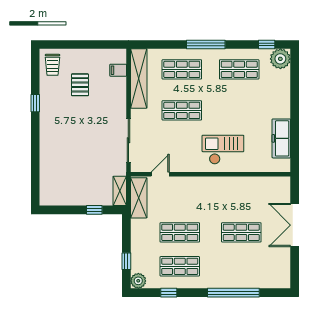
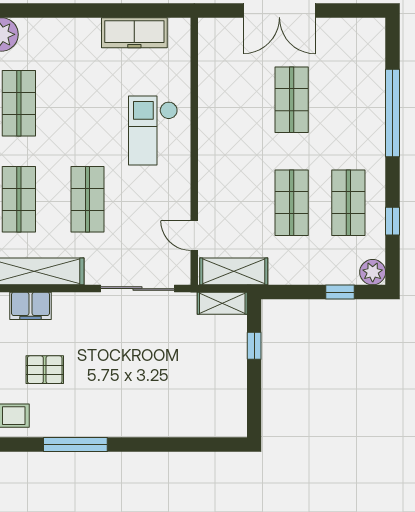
filing cabinet: (118, 70) -> (31, 306), width x2.00
window: (35, 103) -> (75, 445), width x2.17

